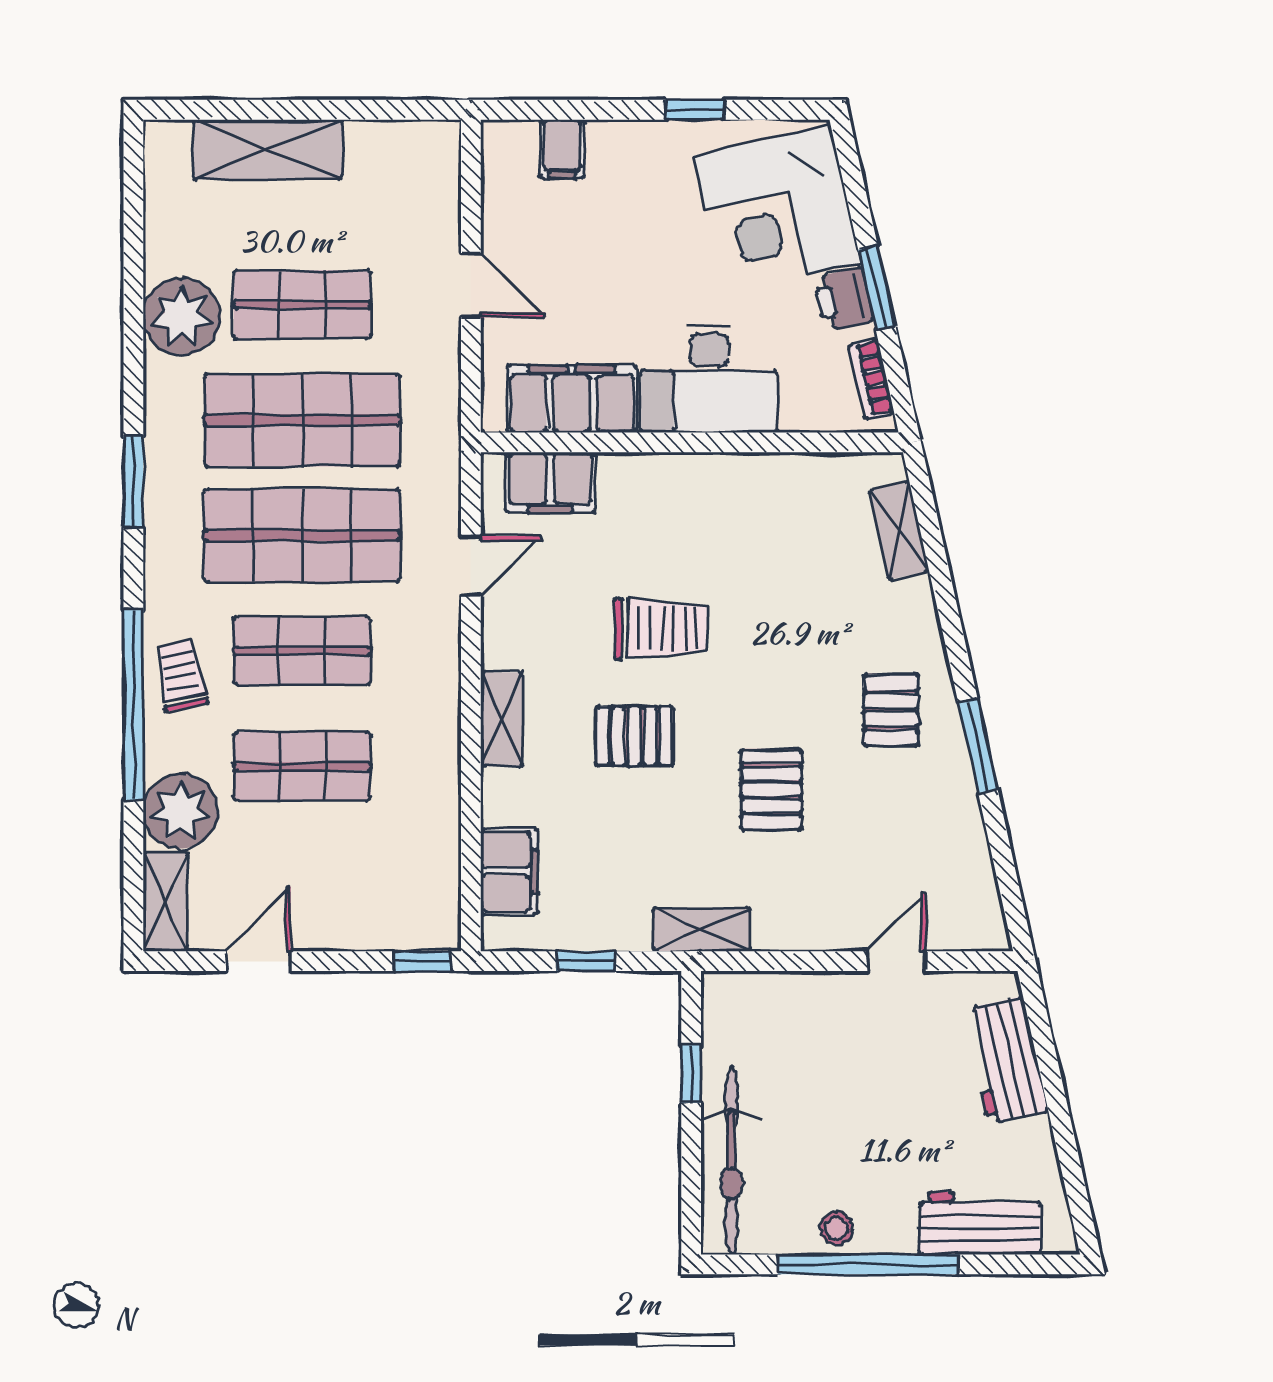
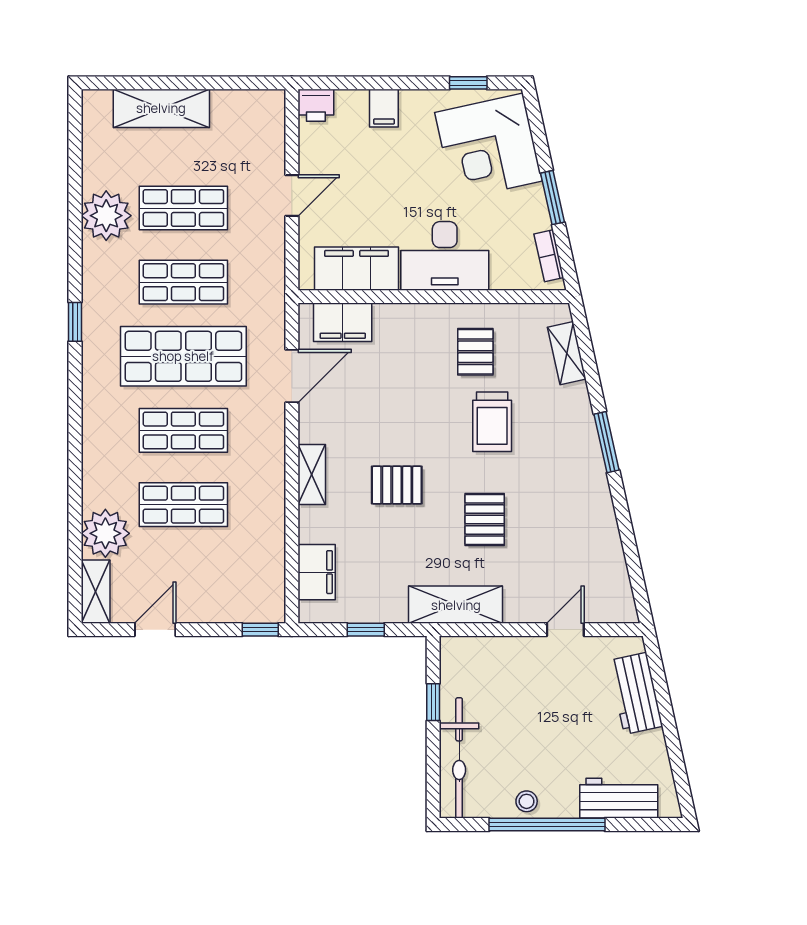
window: (695, 110) -> (468, 83), moved
filing cabinet: (562, 149) -> (384, 108), moved
door: (471, 285) -> (292, 195), hinge flipped
printer: (844, 299) -> (316, 105), moved, turned -78
shop shelf: (302, 420) -> (183, 282), width x0.70, depth x0.74
window: (133, 482) -> (75, 322), width x0.67
door: (471, 566) -> (292, 376), width x1.38
trolley: (661, 629) -> (492, 422), moved, turned 90
trolley: (181, 675) -> (105, 446), removed
window: (133, 705) -> (75, 465), removed
pallet: (891, 710) -> (475, 352), moved
window: (978, 746) -> (607, 442), moved
shelving: (702, 929) -> (456, 605), width x1.50, depth x1.33

